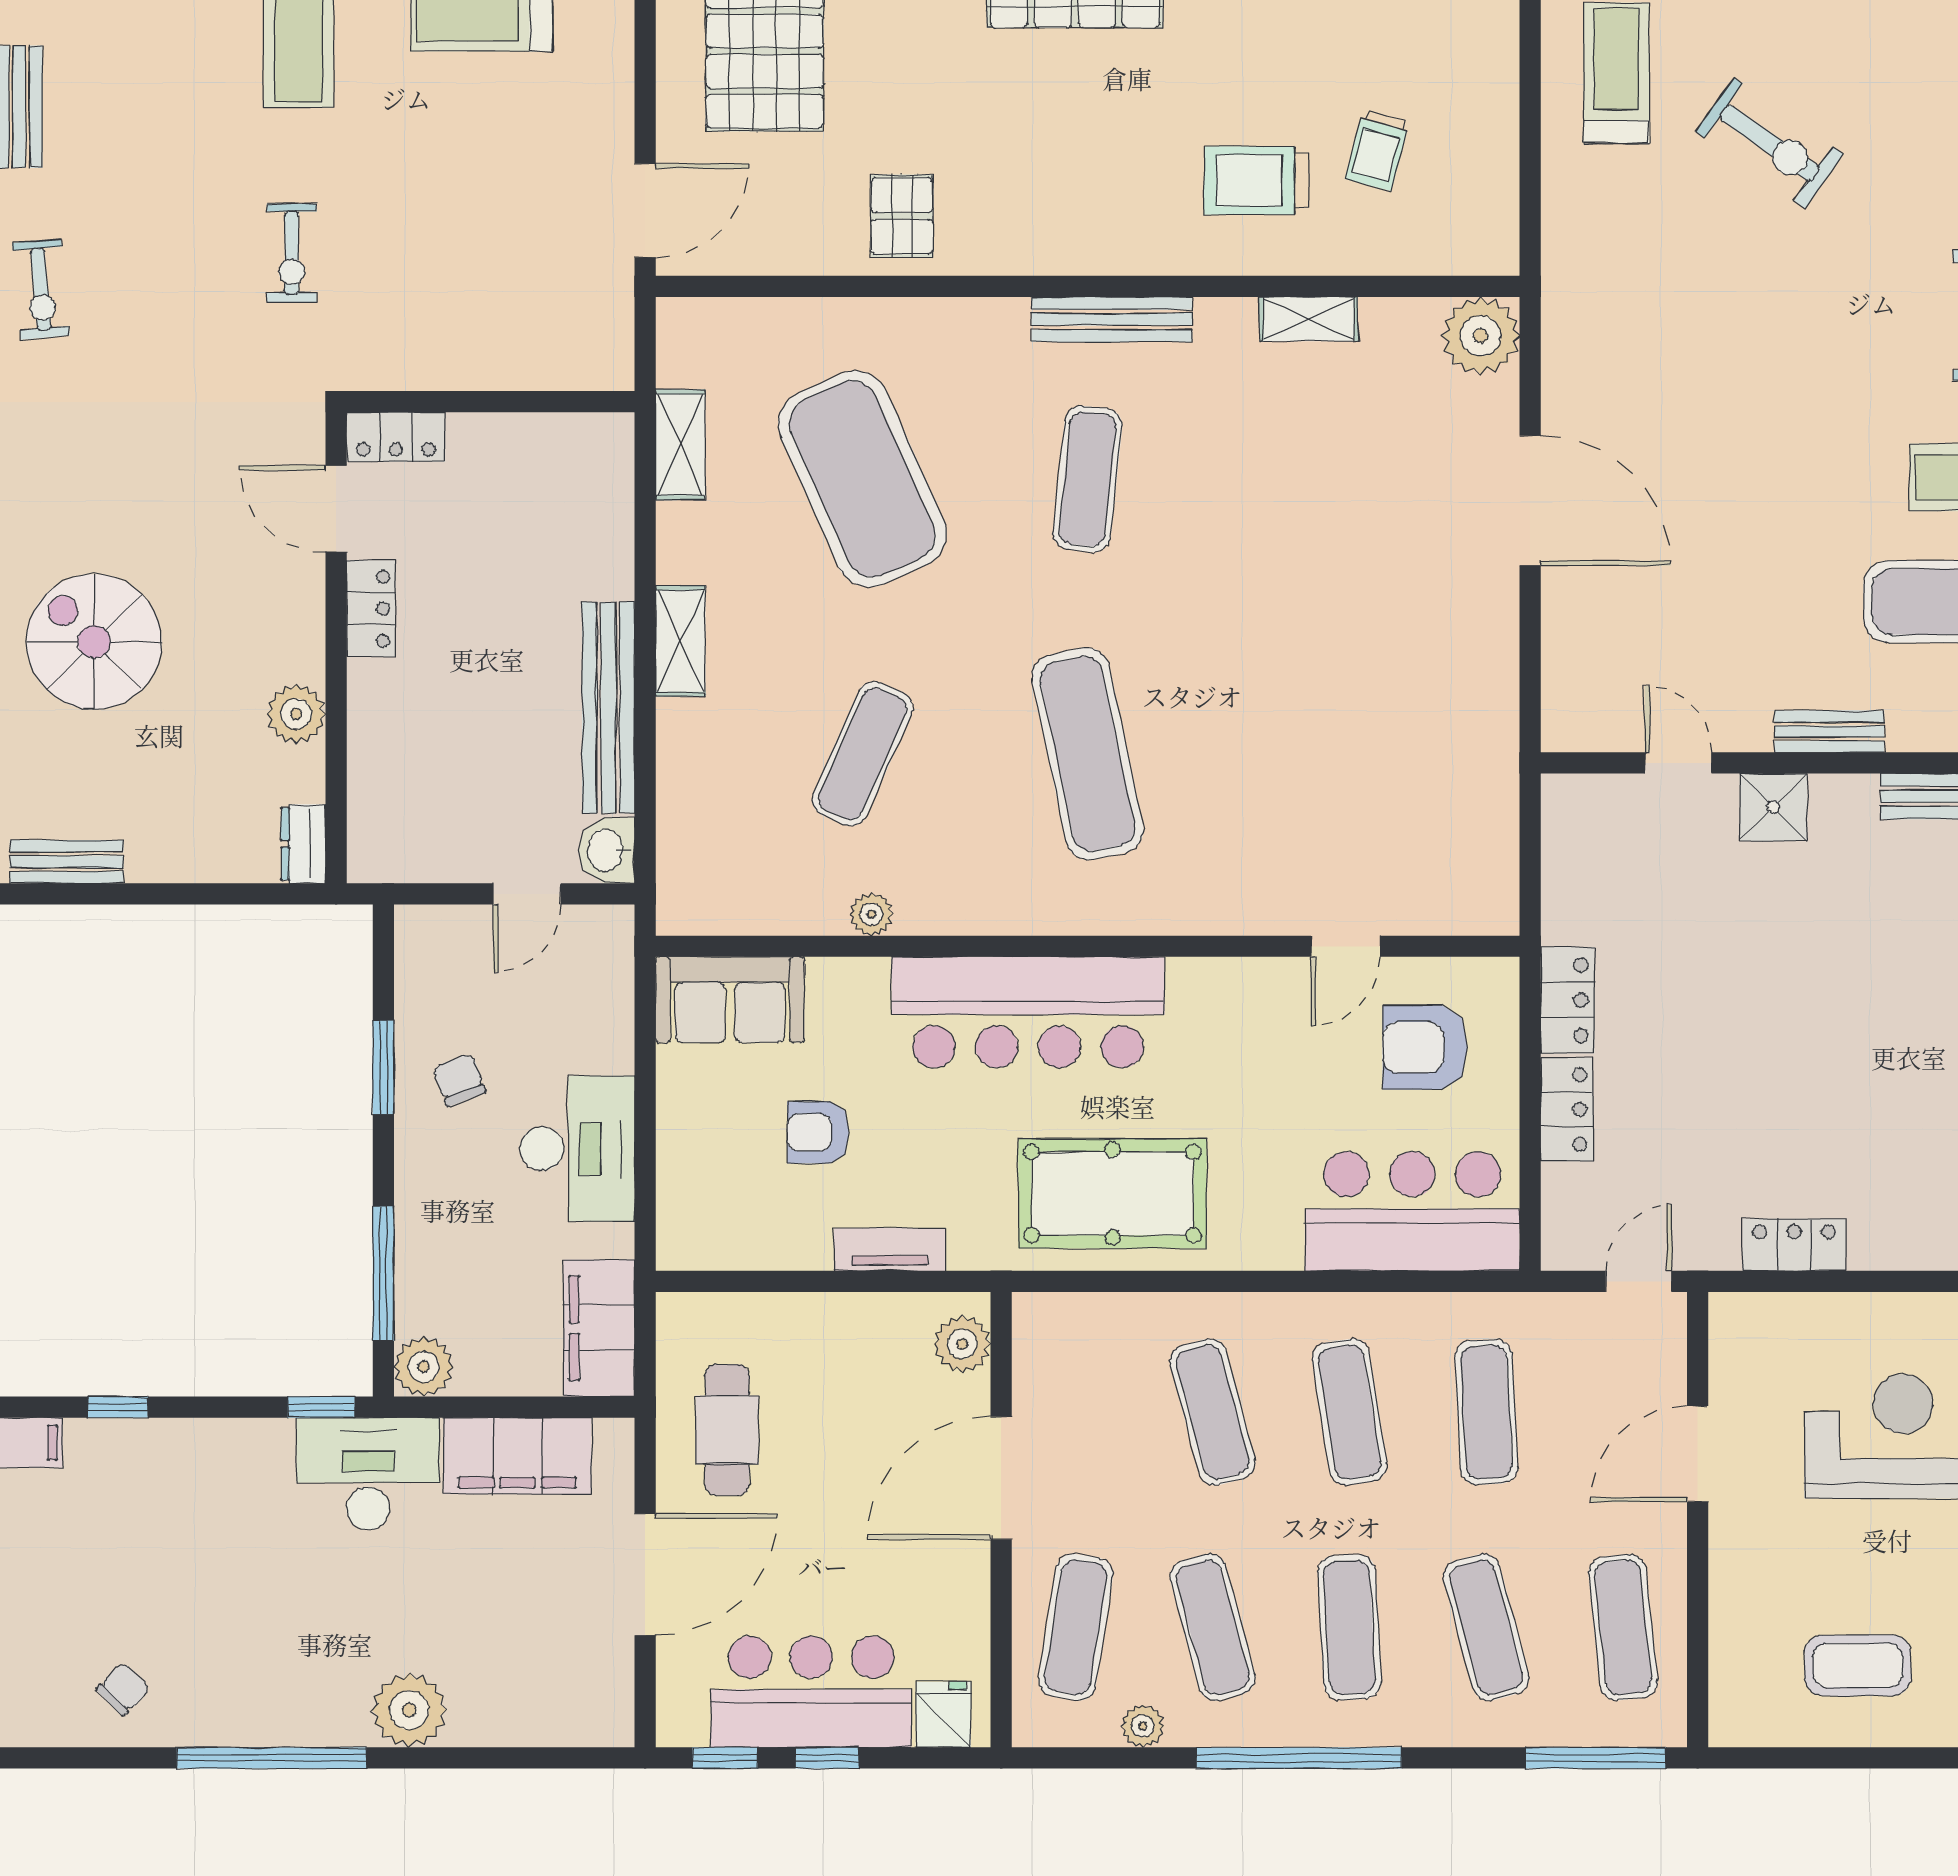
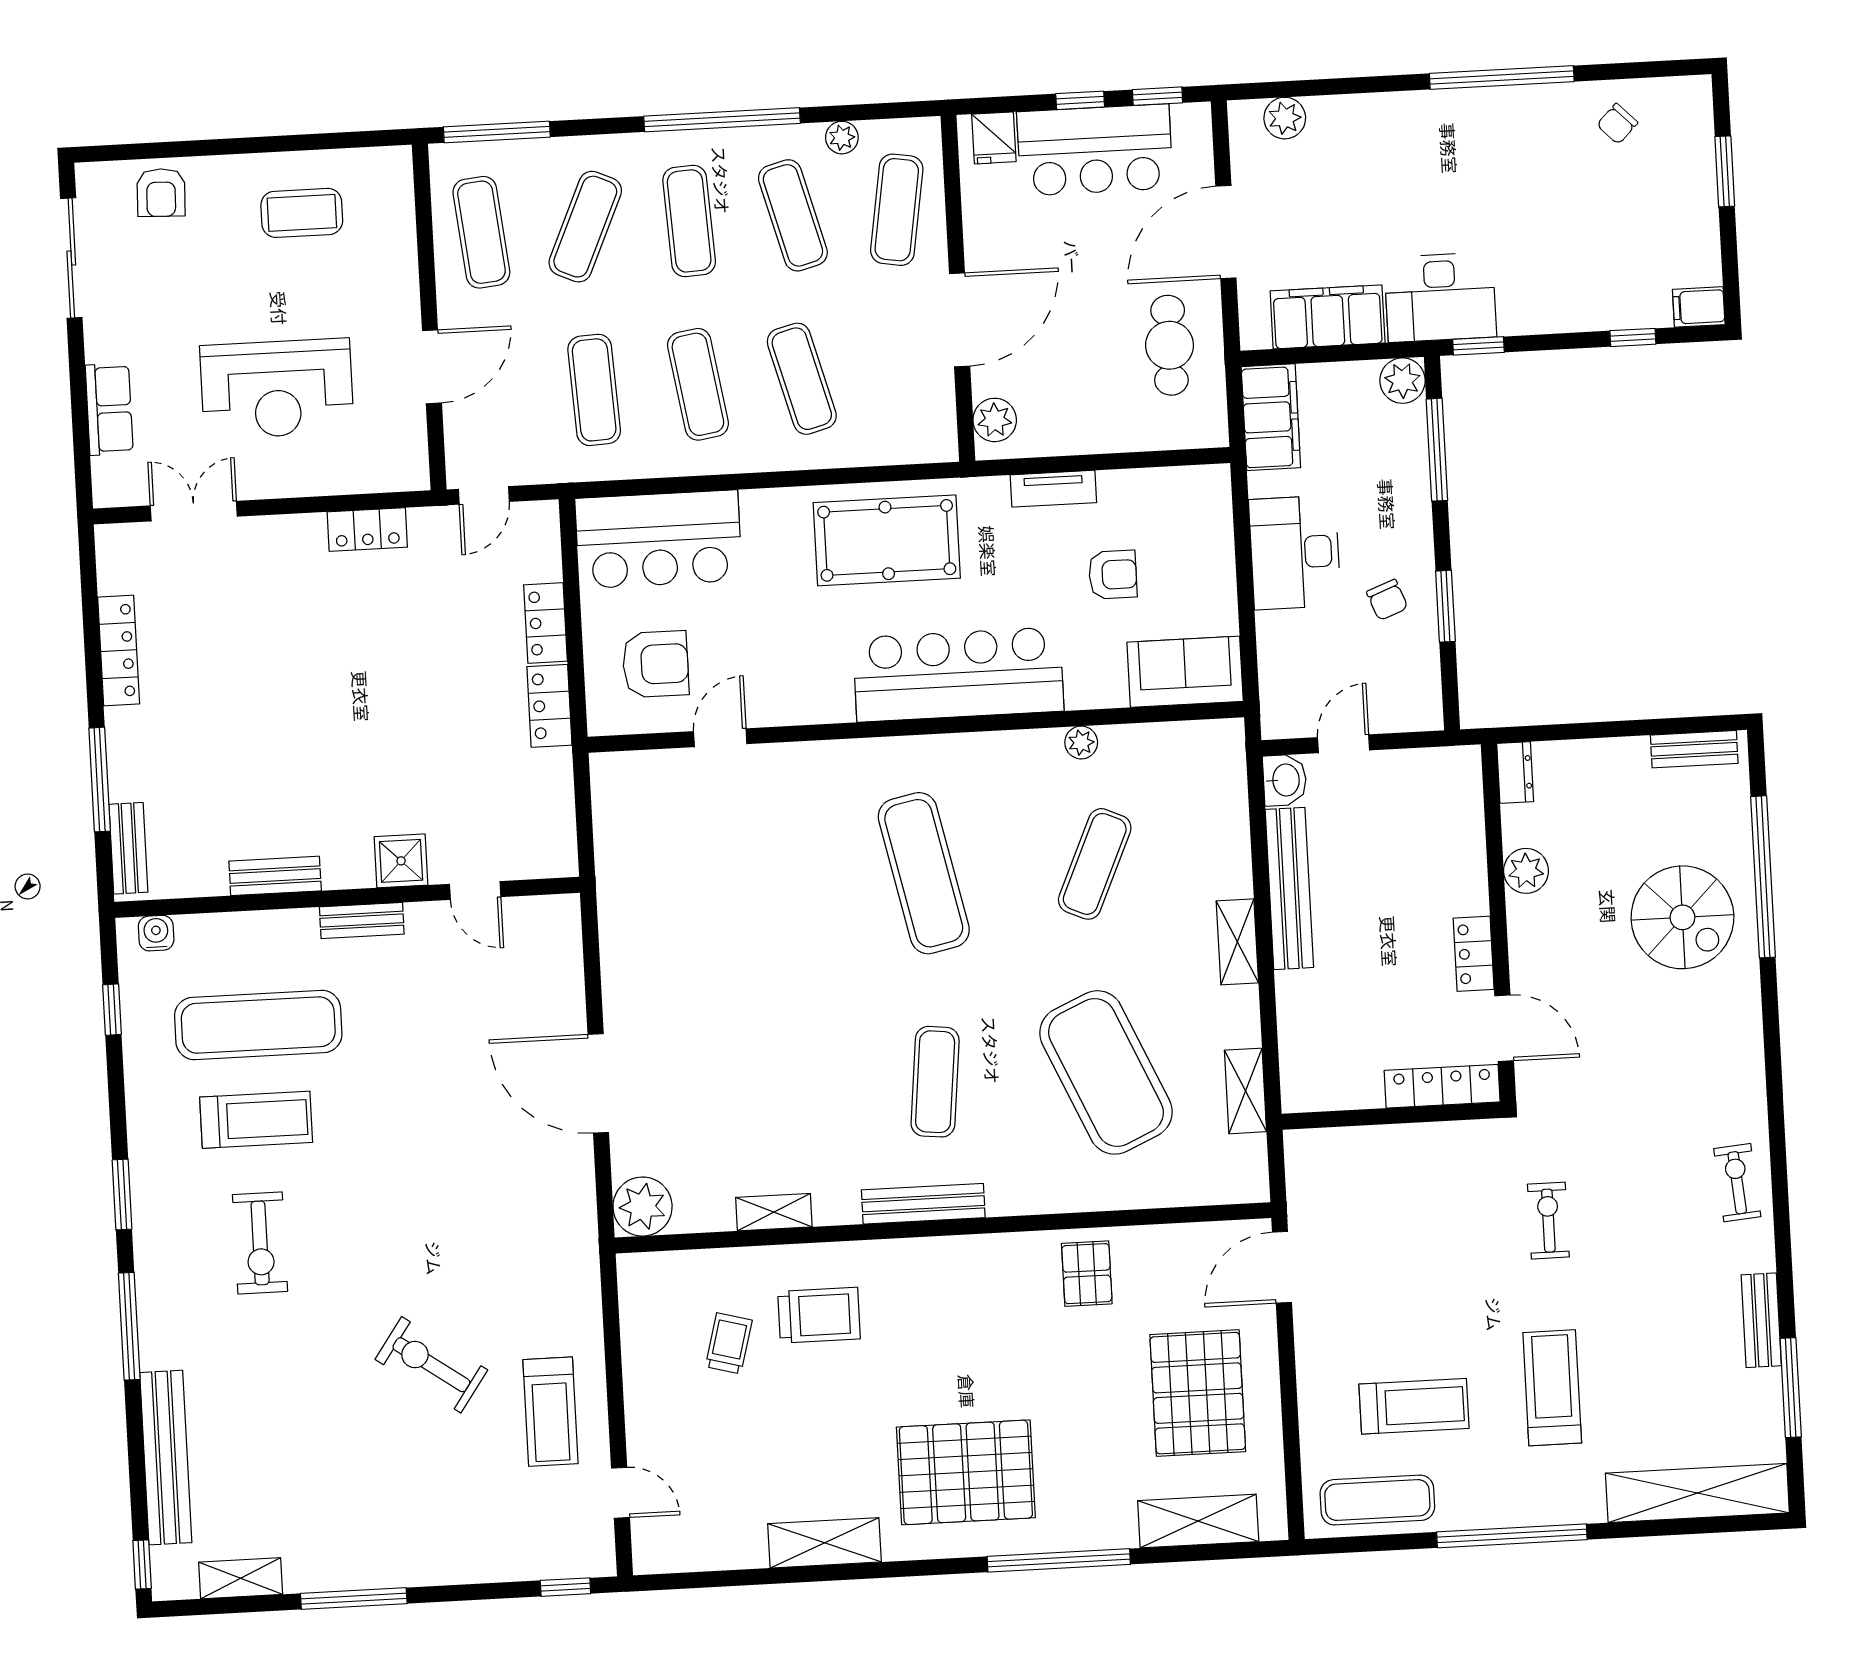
locker: (396, 437) -> (1442, 1086), width x1.53
exercise mat: (1486, 1627) -> (585, 227), turned 39
plant: (409, 1710) -> (1285, 118), moved, width x0.73, depth x0.73

